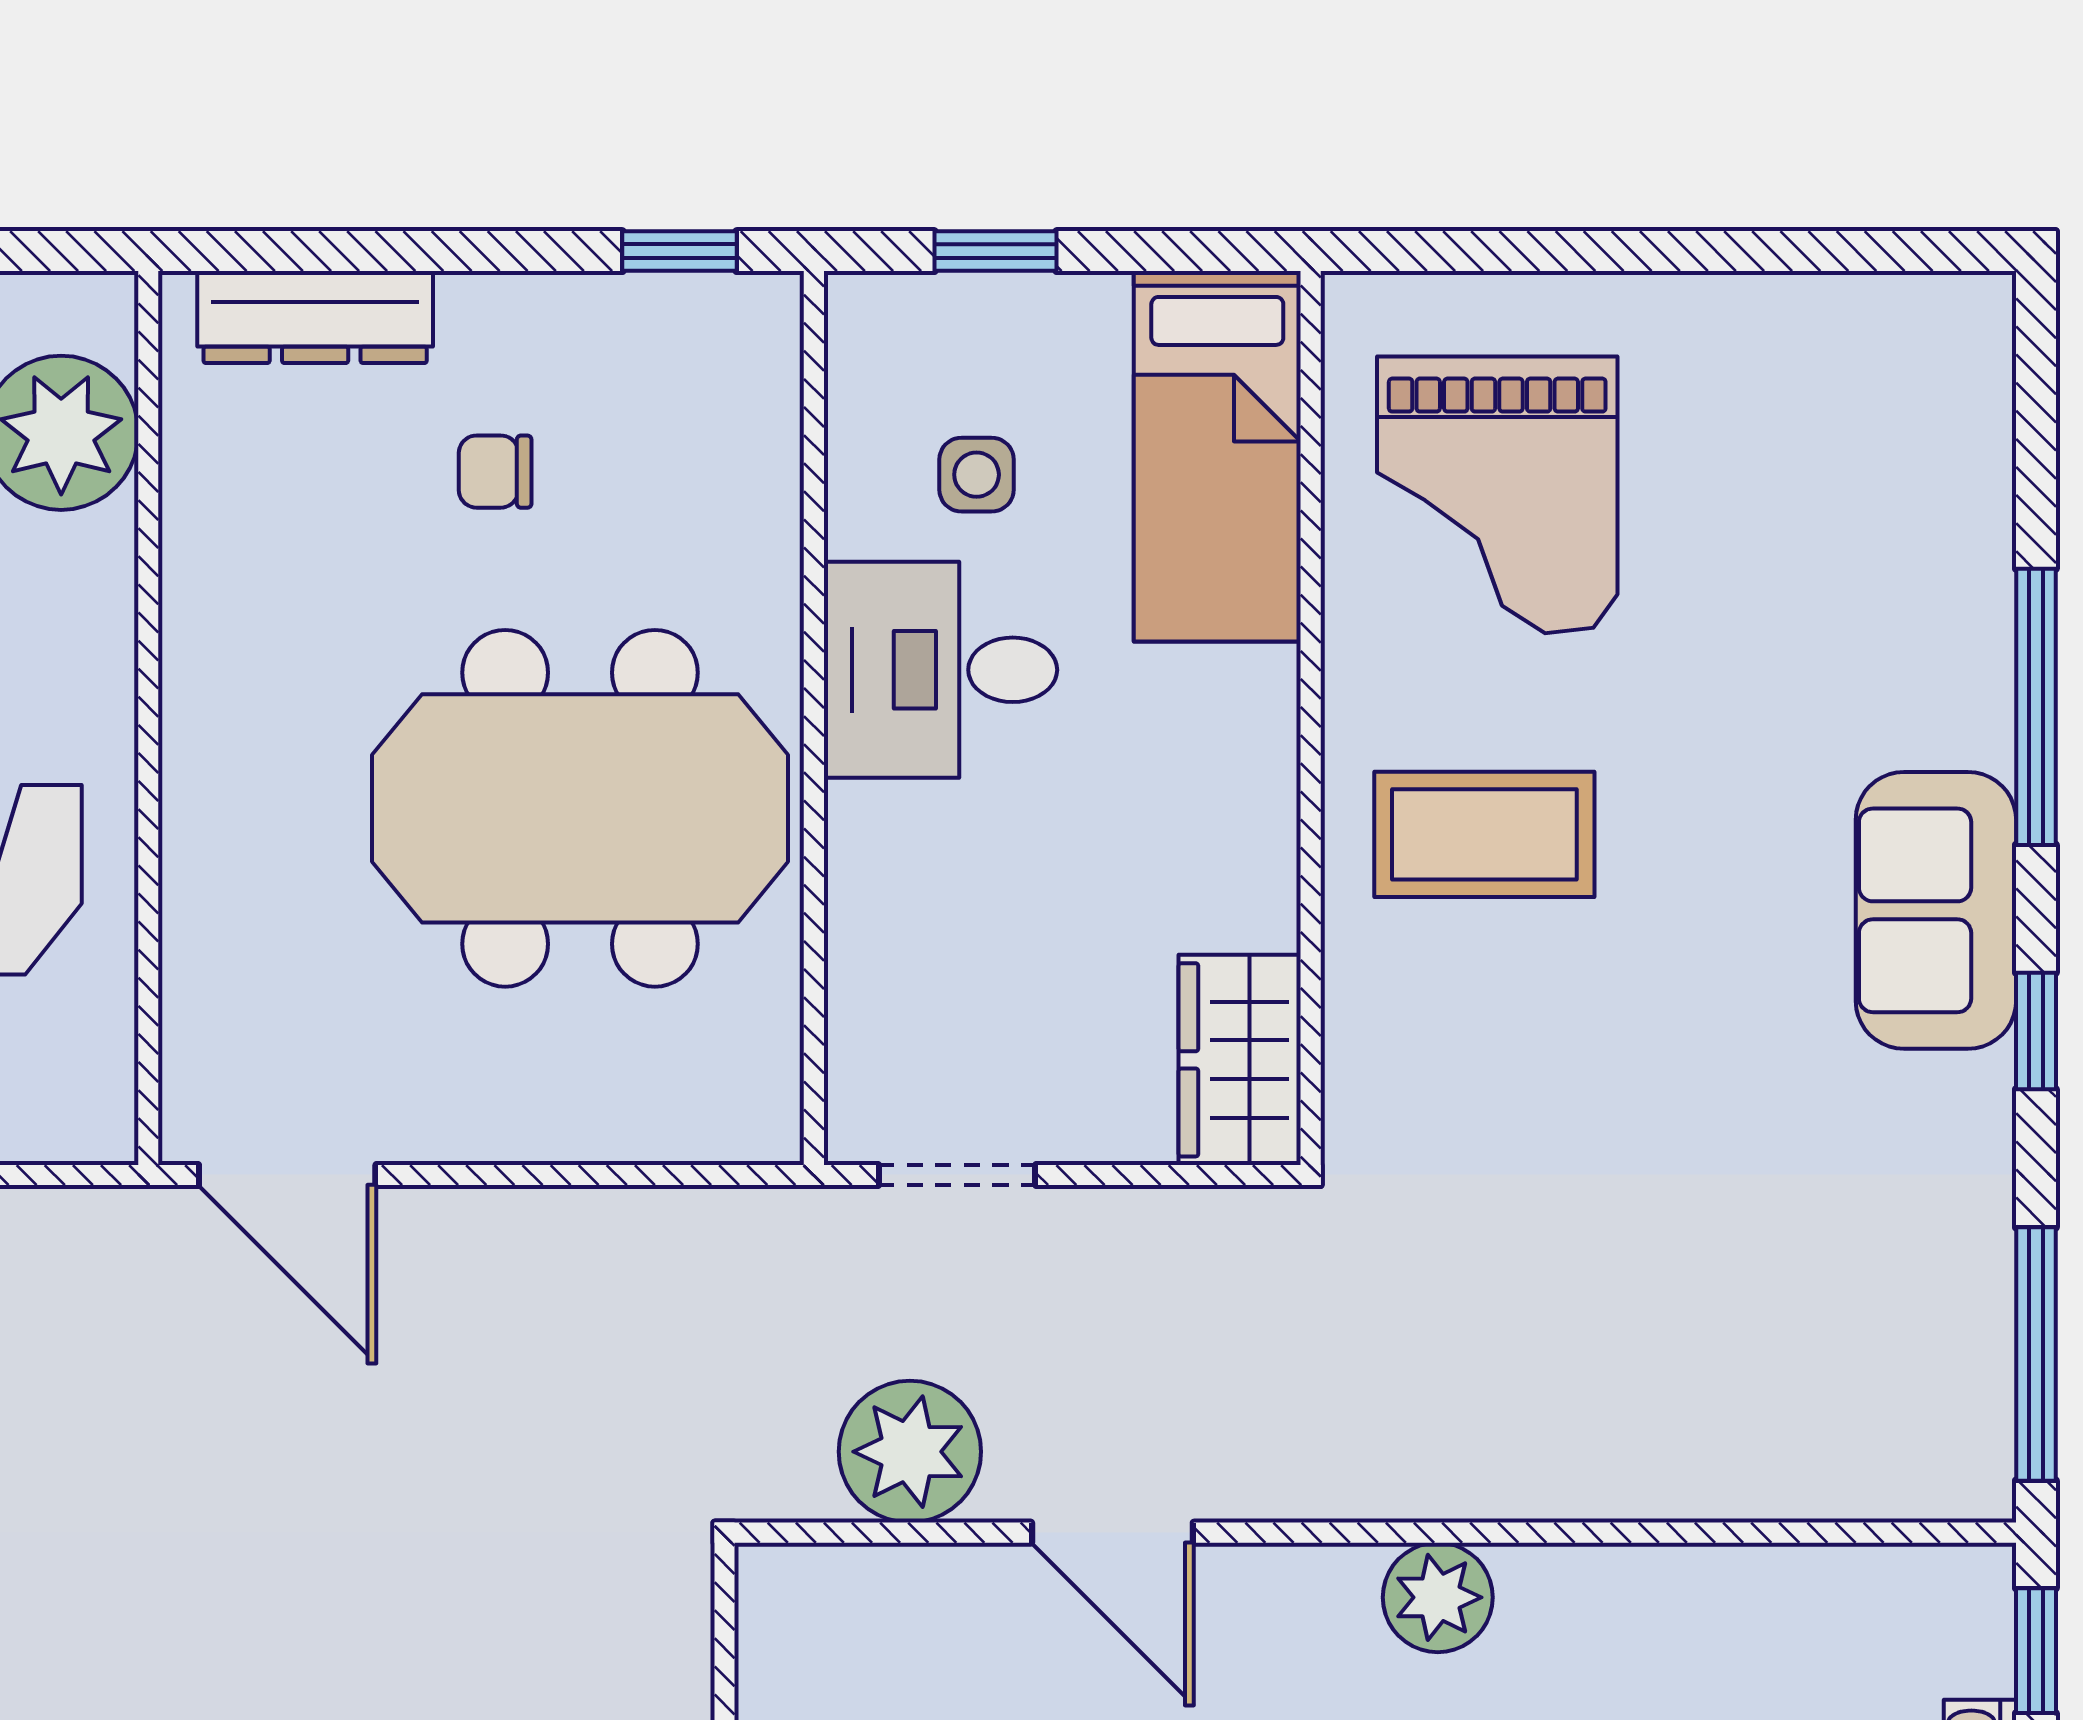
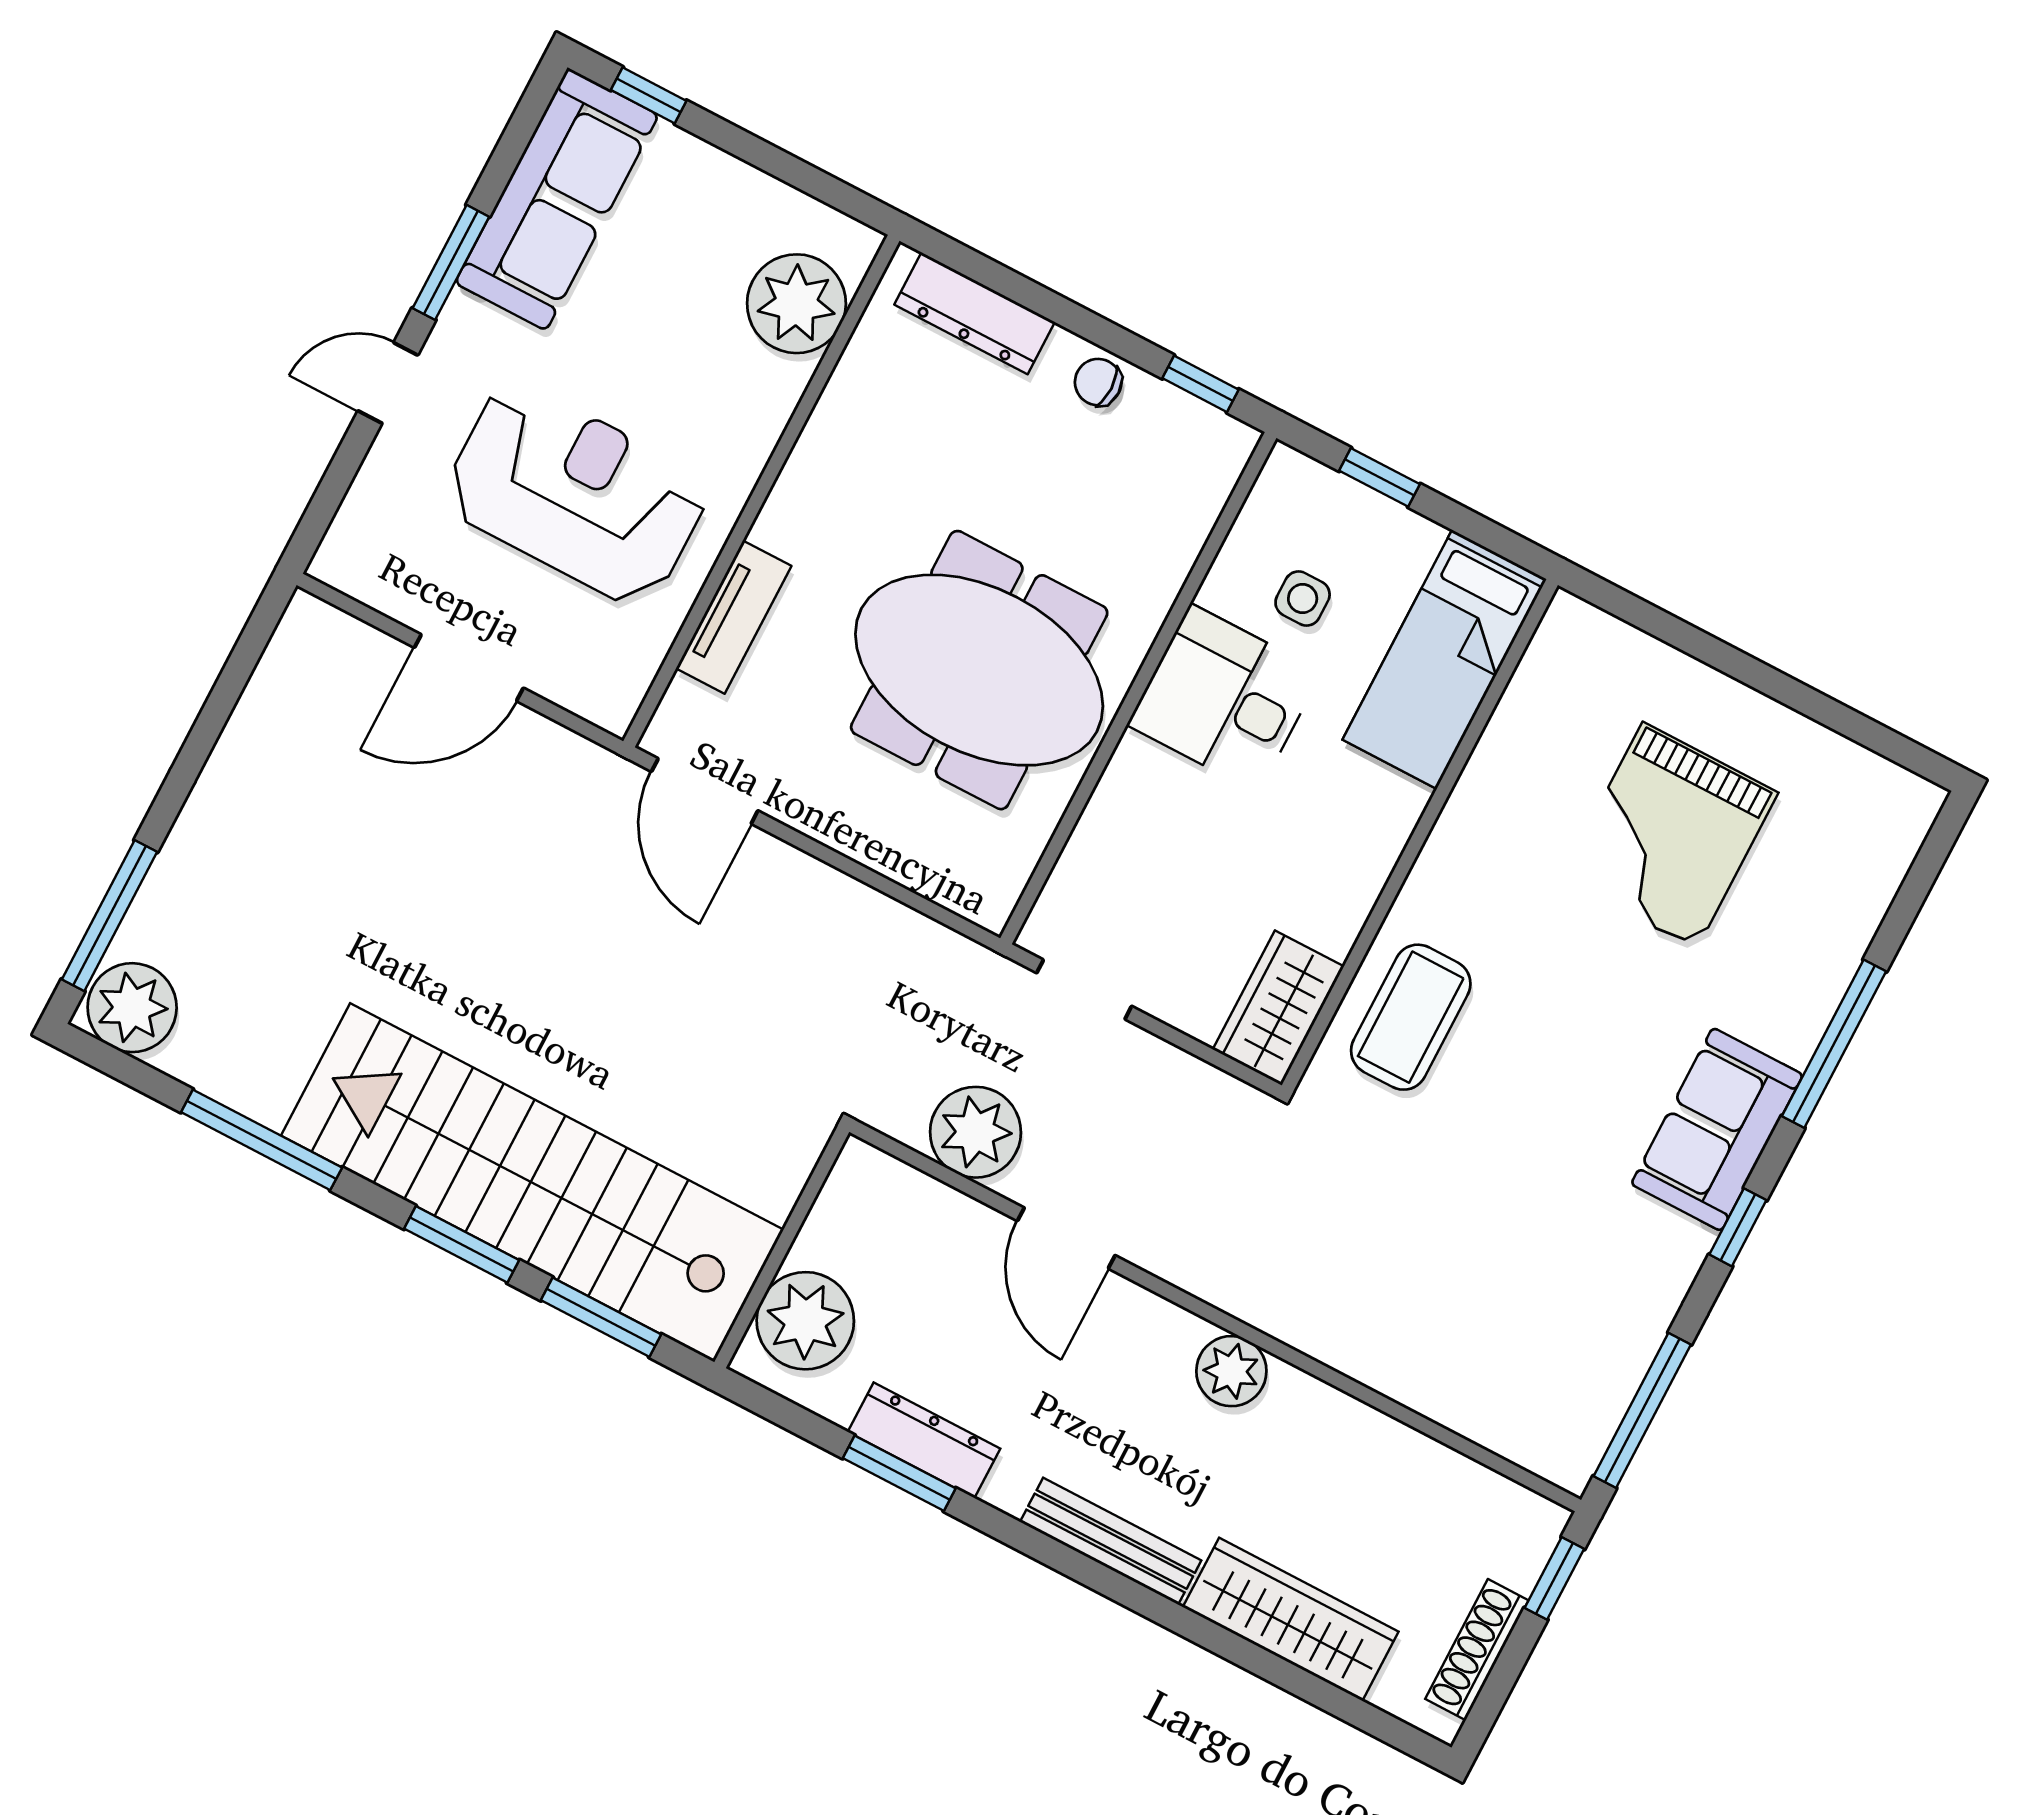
chair: (495, 472) -> (1098, 382), moved
grand piano: (1497, 495) -> (1670, 835), moved
coffee table: (1484, 834) -> (1411, 1017), moved, turned 90
tv unit: (201, 913) -> (734, 617), added

